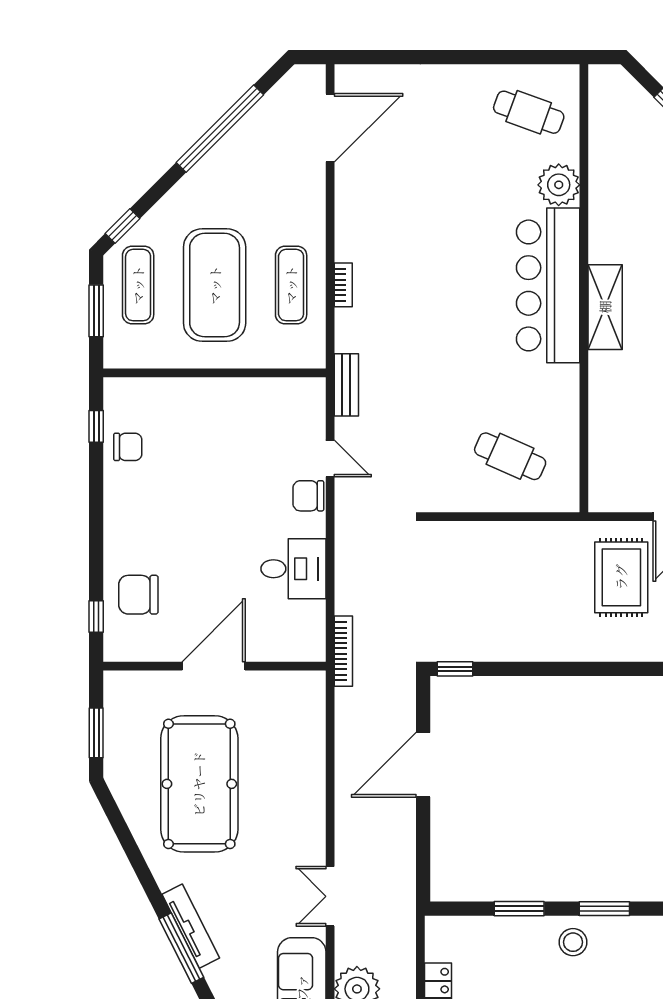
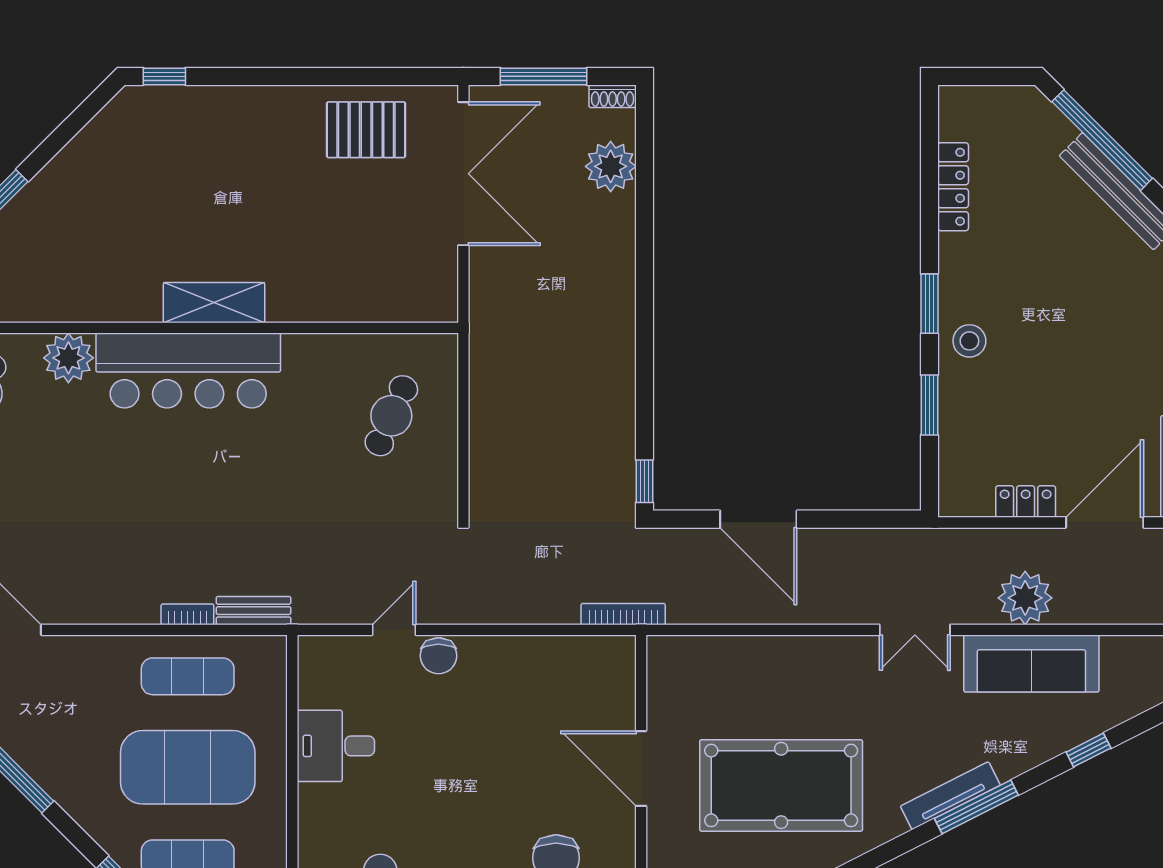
bench: (346, 385) -> (254, 611), moved
desk: (294, 569) -> (336, 746), moved, turned -90
rug: (621, 577) -> (535, 283), removed

